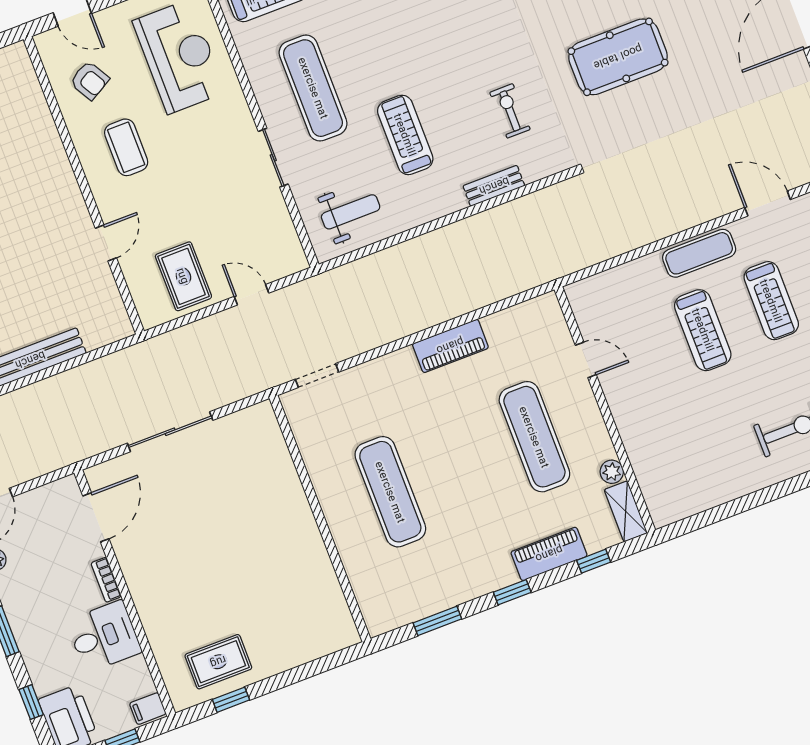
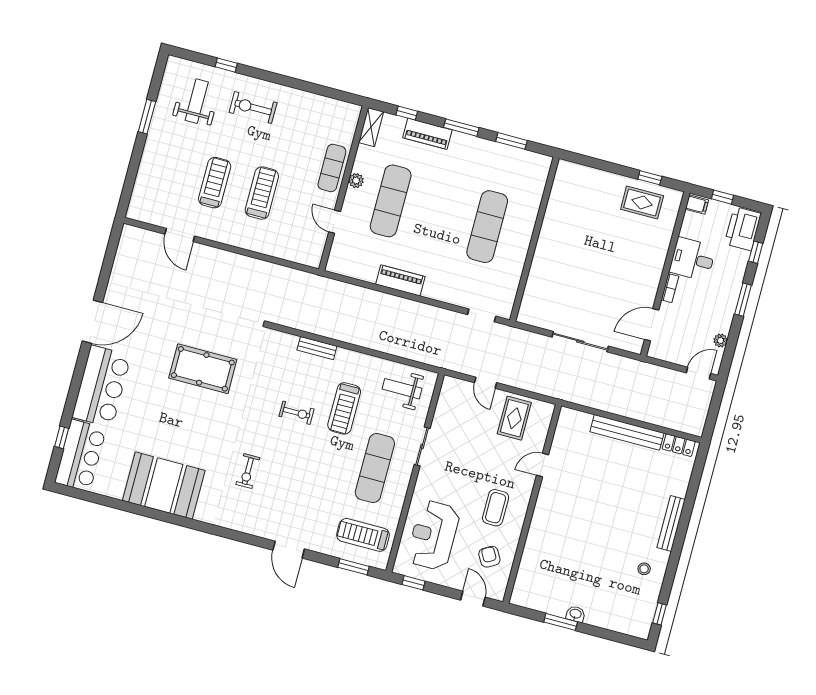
exercise bike: (510, 111) -> (297, 413), moved, turned -90
exercise mat: (699, 253) -> (332, 168), moved, turned 90
plant: (612, 472) -> (356, 181), moved
window: (512, 592) -> (461, 128), width x1.50

